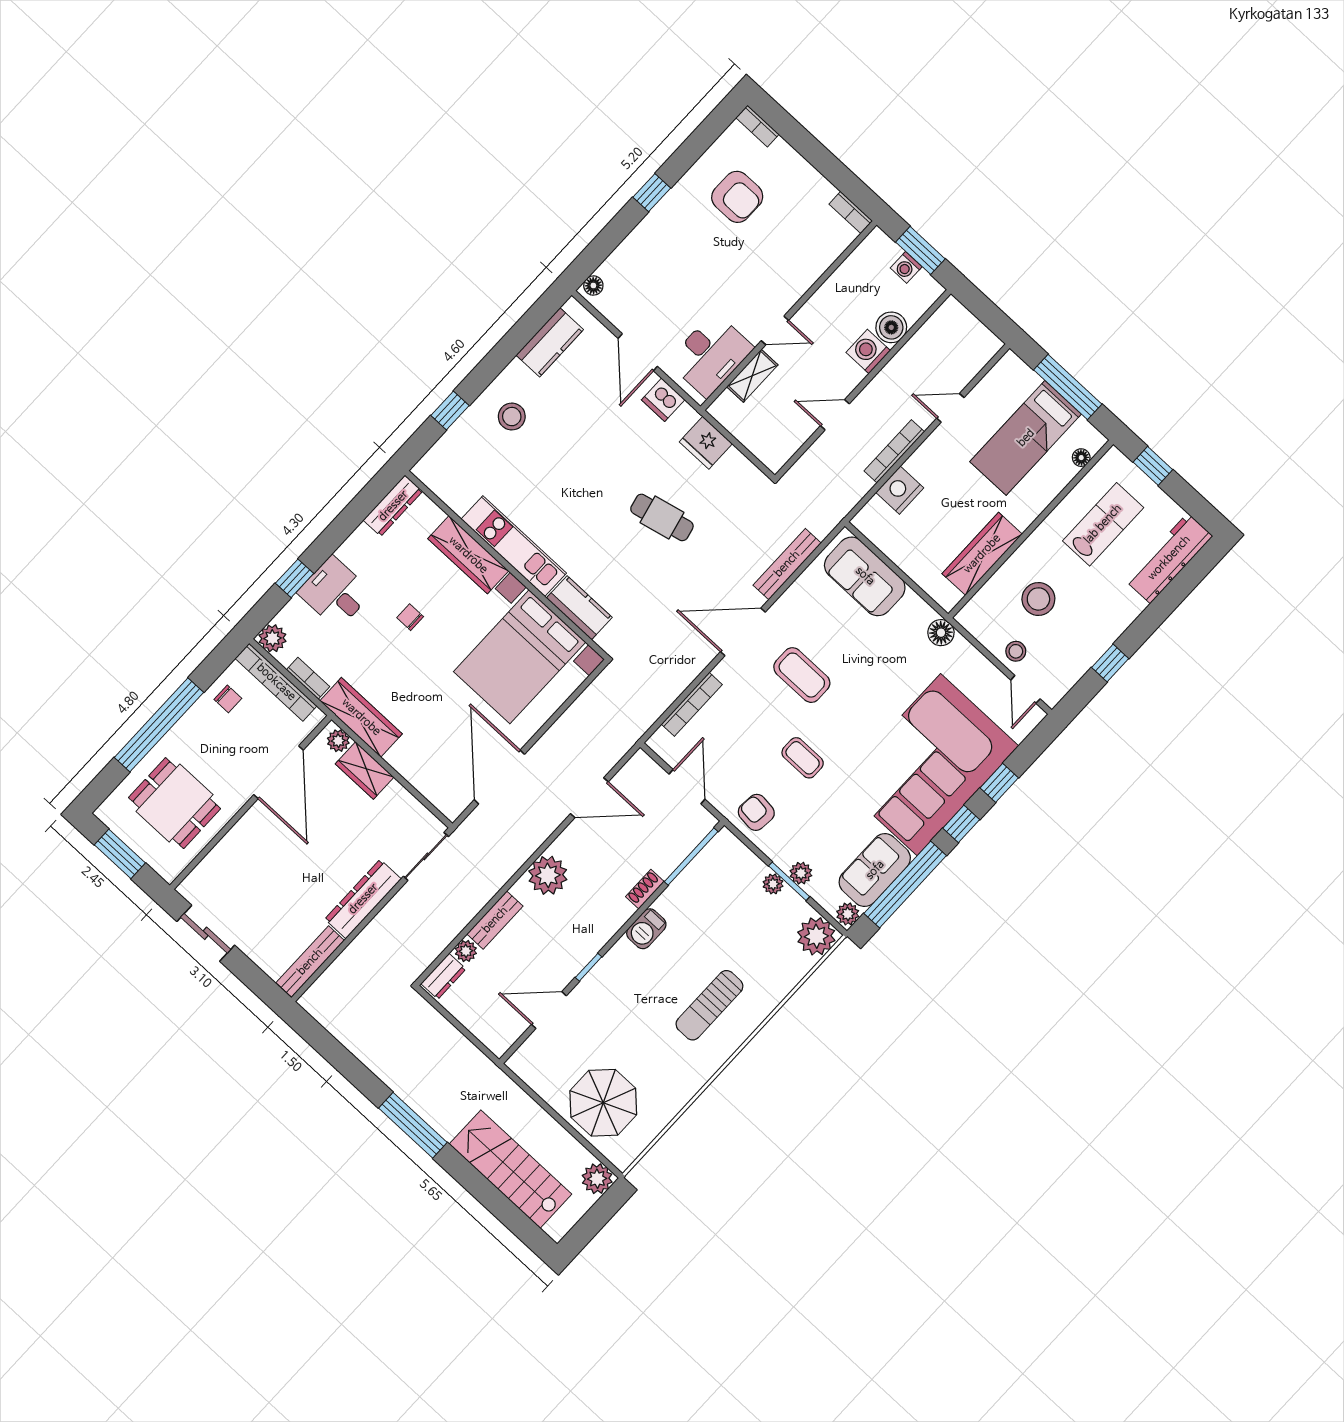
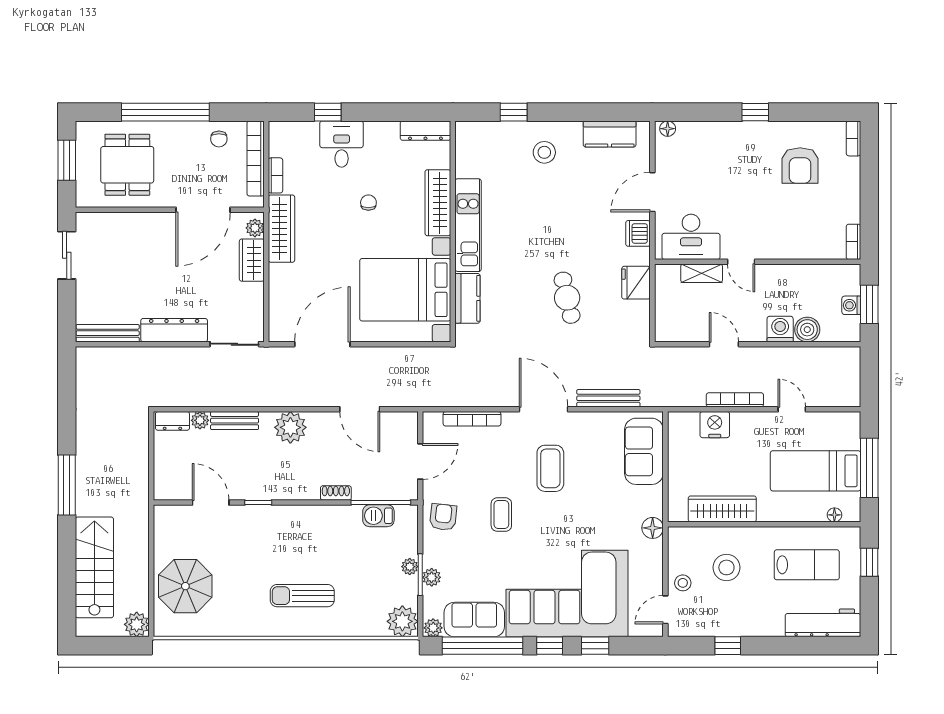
plant: (273, 638) -> (280, 132), removed
barbecue: (646, 929) -> (378, 516), moved

